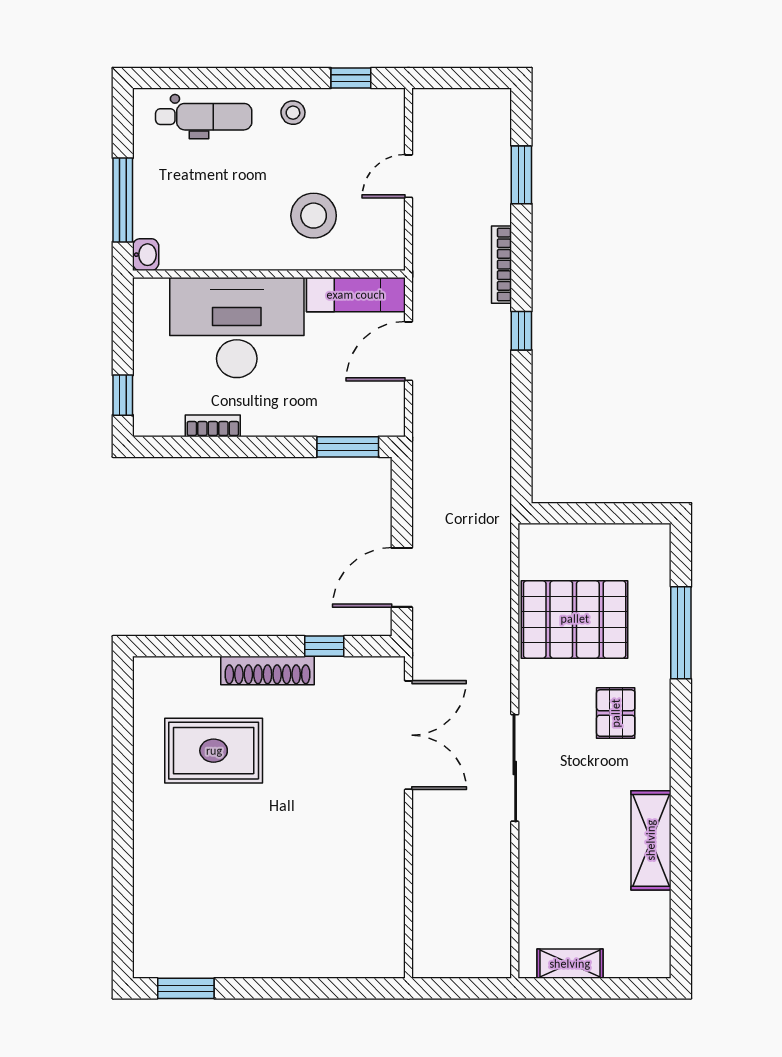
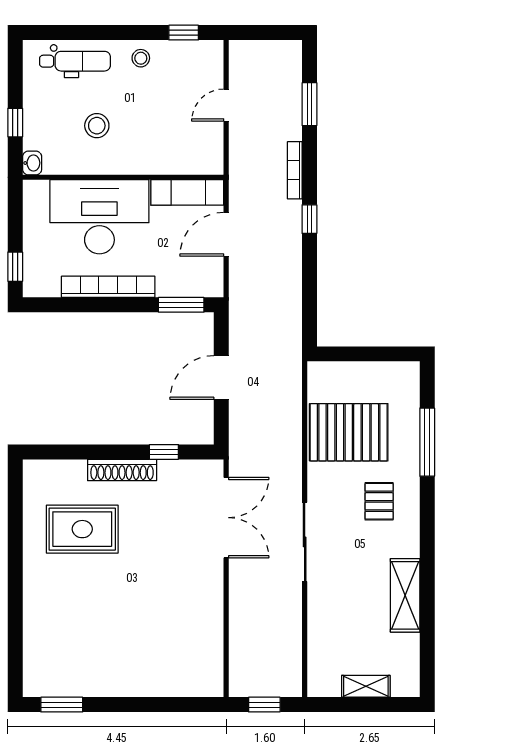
window: (123, 200) -> (15, 123), width x0.46
stool: (314, 216) -> (97, 126), moved, width x0.73, depth x0.73
bookcase: (213, 426) -> (108, 287), width x2.31, depth x1.31
door: (402, 577) -> (221, 377), moved
shelving: (570, 964) -> (366, 686), moved
window: (460, 988) -> (264, 705), added

